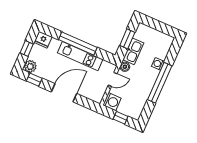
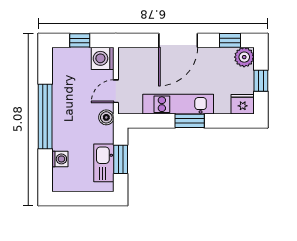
window: (78, 44) -> (190, 121), width x0.47
kitchen sink: (133, 51) -> (104, 163), moved
washing machine: (158, 64) -> (60, 159), moved

